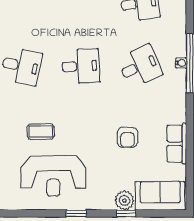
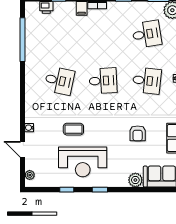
desk: (140, 66) -> (147, 81), turned 30
window: (126, 213) -> (67, 190), moved

